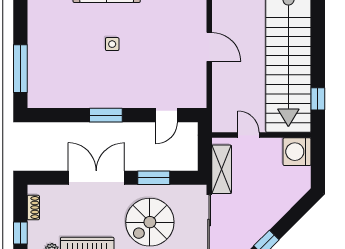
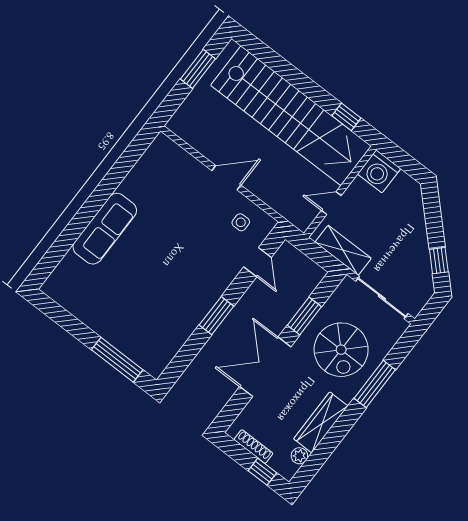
side table: (112, 44) -> (241, 222), moved
shoe rack: (33, 207) -> (253, 446), width x1.43

